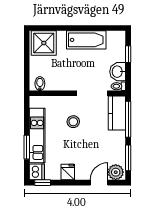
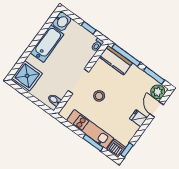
window: (128, 54) -> (89, 28), moved
washbasin: (118, 72) -> (62, 21), moved, turned -90
doorway: (92, 93) -> (78, 81), moved
fridge: (68, 172) -> (138, 118), moved

